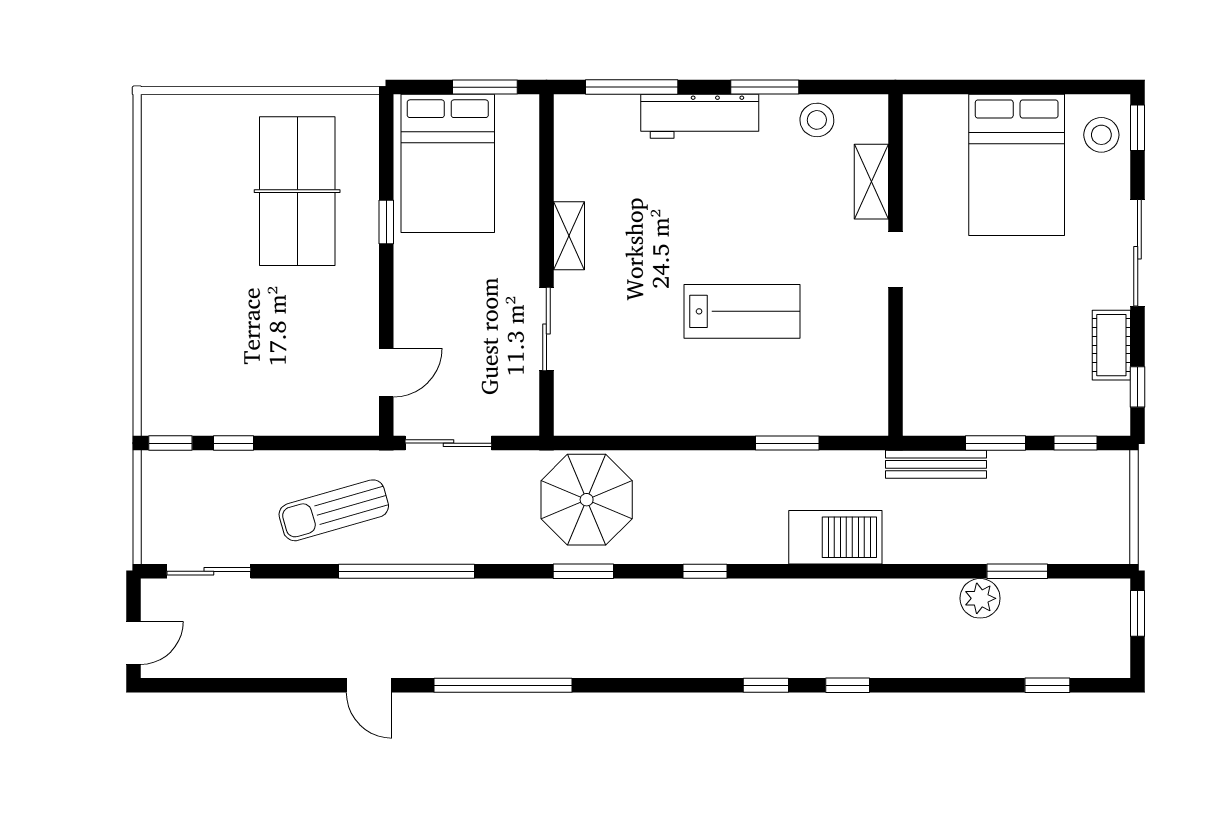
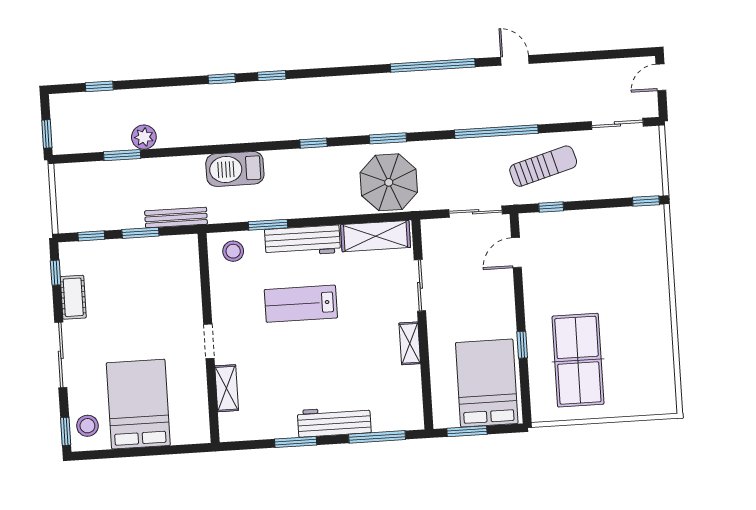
stool: (817, 120) -> (233, 251), moved
workbench: (733, 413) -> (303, 241), added
shelving: (614, 414) -> (376, 236), added
window: (233, 443) -> (551, 207), moved

